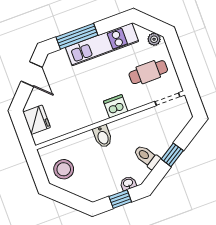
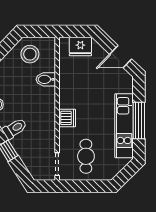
window: (77, 36) -> (139, 121), moved
plant: (154, 39) -> (112, 172), removed
bidet: (103, 136) -> (46, 79), moved

